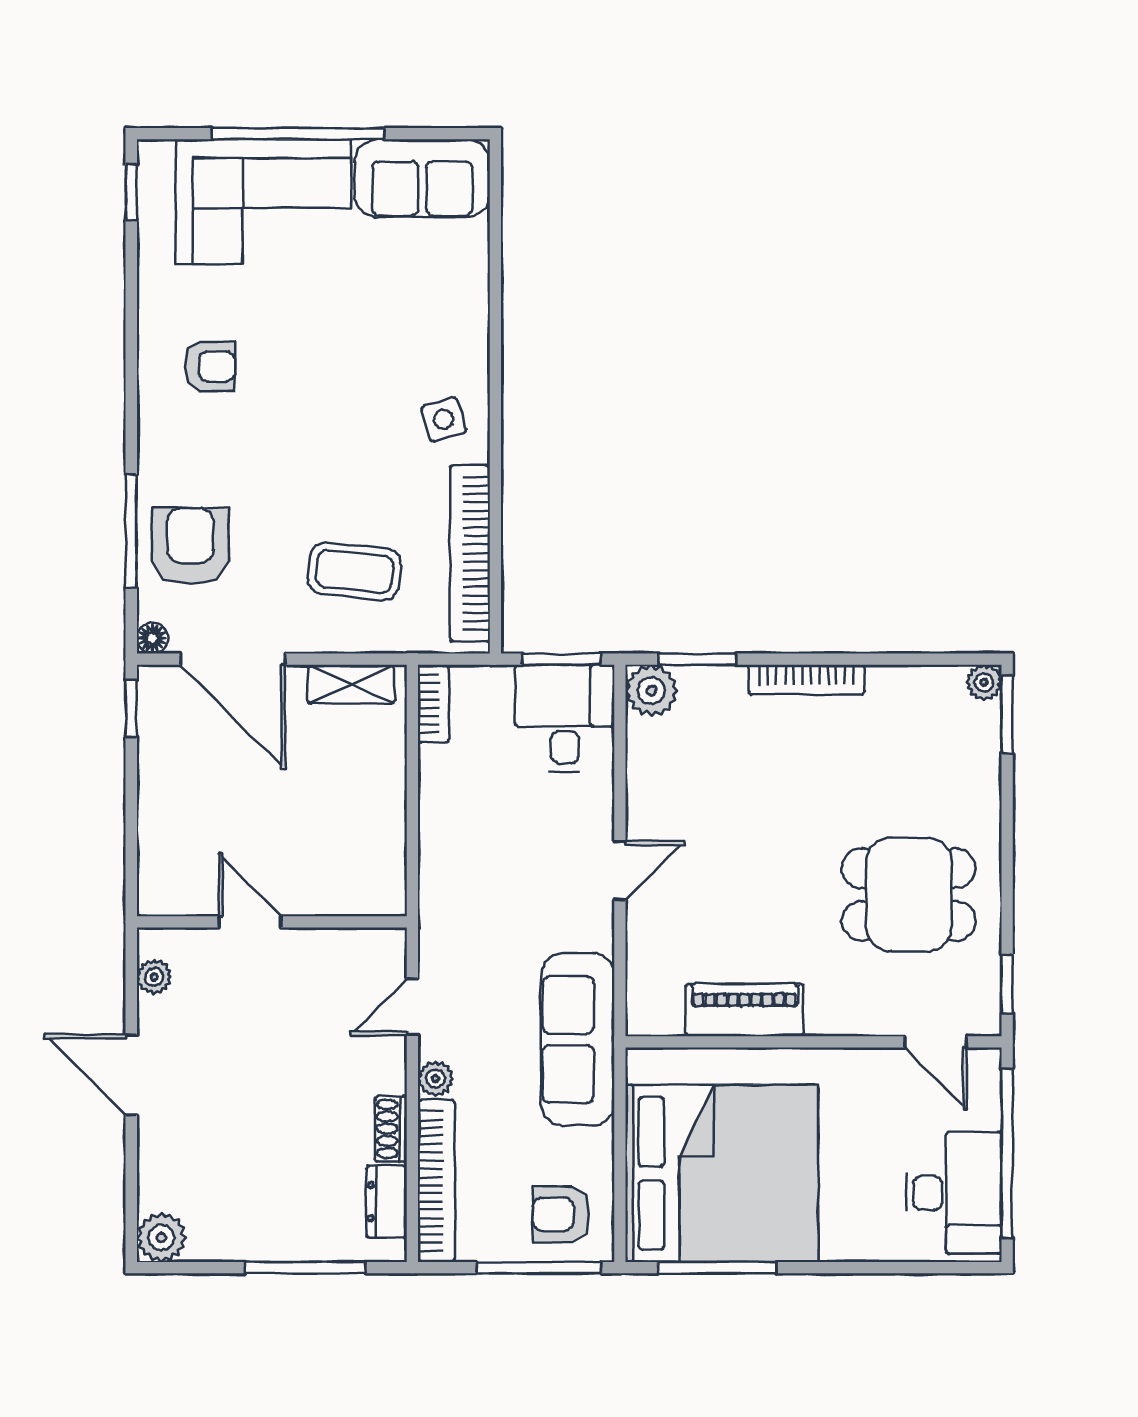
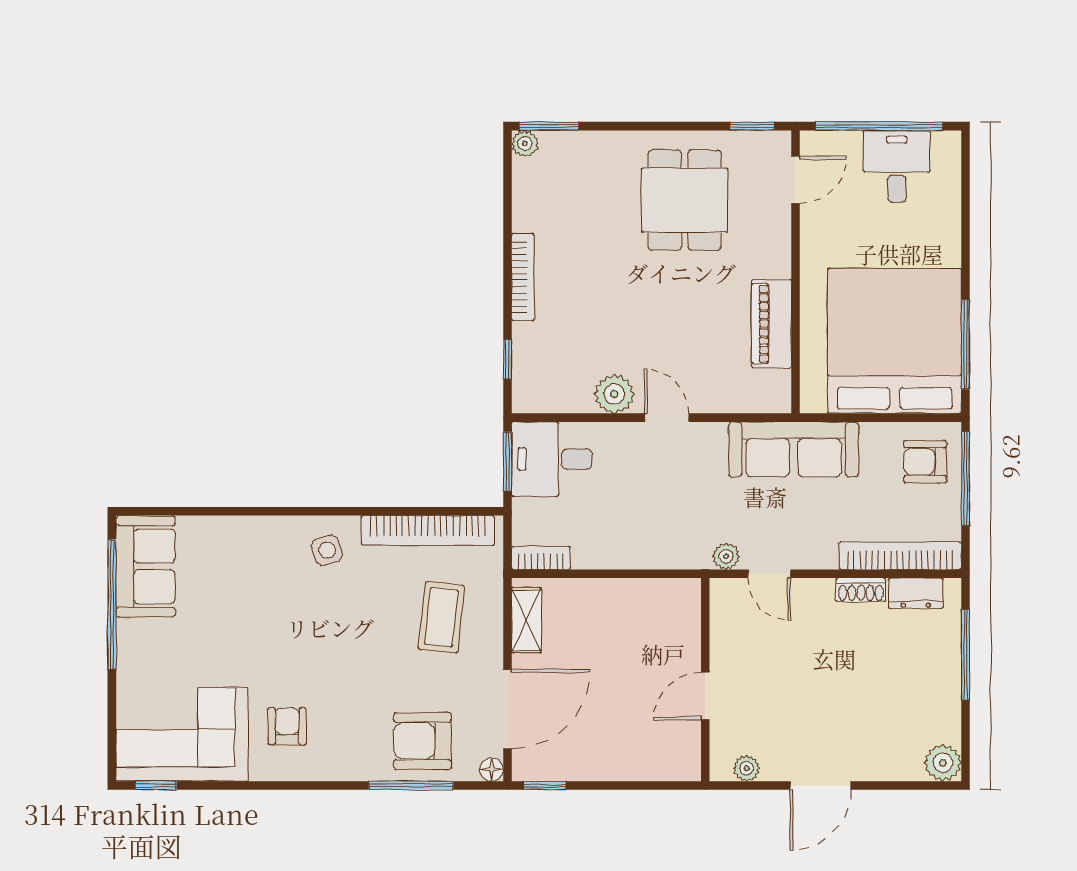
window: (298, 134) -> (112, 604), moved
corner sofa: (263, 202) -> (182, 734), moved, turned -90
window: (697, 659) -> (507, 359), width x0.67
plant: (651, 691) -> (614, 394), moved
plant: (436, 1079) -> (726, 556), moved
desk: (954, 1193) -> (897, 166), width x0.73
armchair: (561, 1214) -> (925, 462), turned 90

